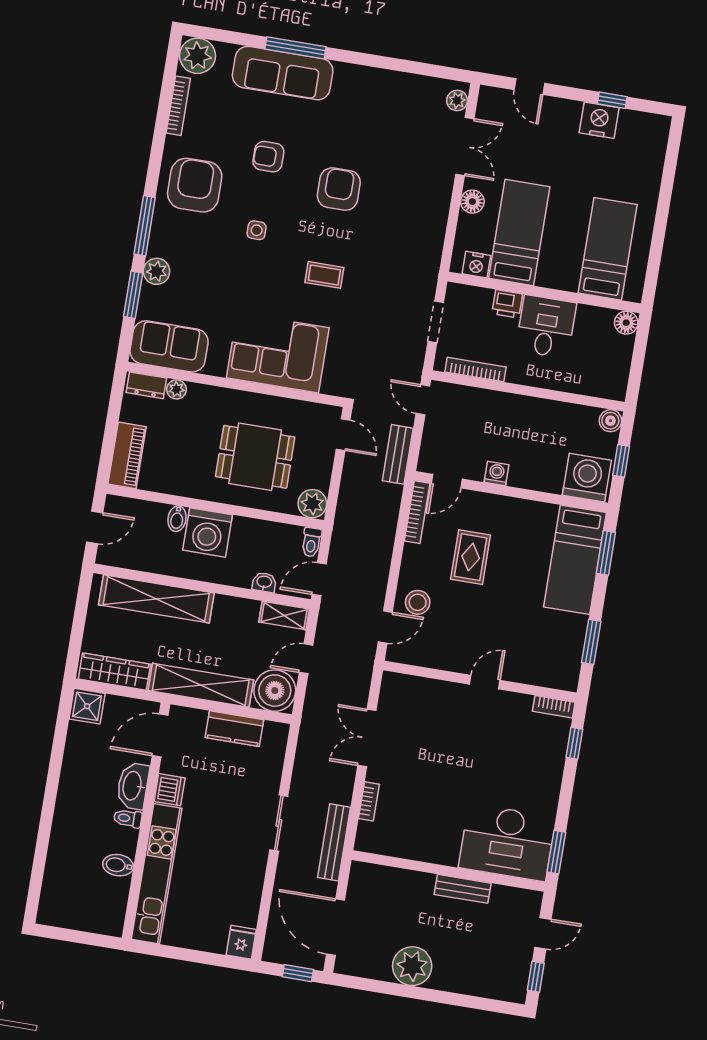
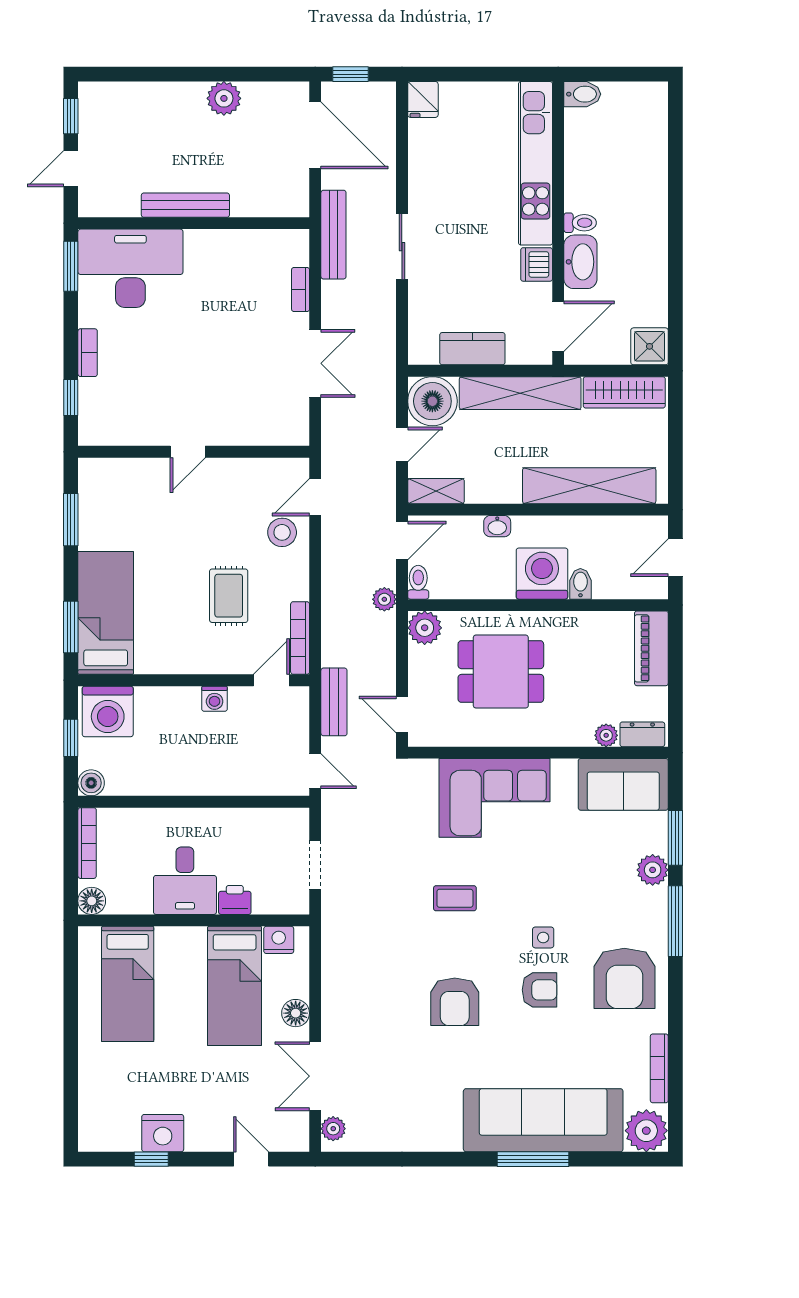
sofa: (283, 73) -> (543, 1120), width x1.36, depth x1.27
armchair: (268, 157) -> (540, 990), moved
bookcase: (475, 370) -> (87, 843), moved, turned -90
plant: (342, 533) -> (384, 599), added
washbasin: (264, 582) -> (497, 526), moved
bookcase: (554, 707) -> (88, 353), moved, turned 90
bidet: (118, 865) -> (582, 94), moved
bench: (463, 889) -> (185, 205), width x1.36
plant: (412, 966) -> (224, 98), width x0.73, depth x0.73

